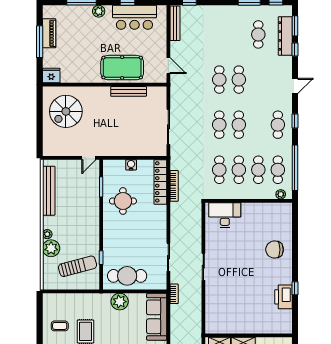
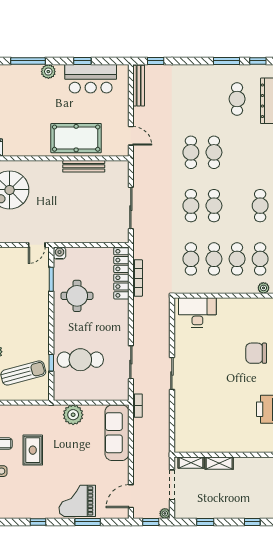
water cooler: (131, 165) -> (60, 253), moved
cafe table: (127, 276) -> (80, 360), moved

